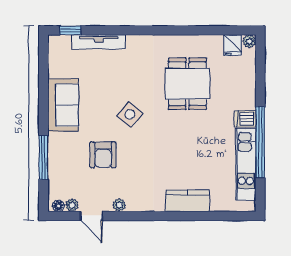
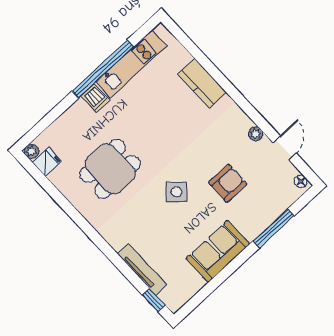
plant: (72, 205) -> (290, 171), removed

